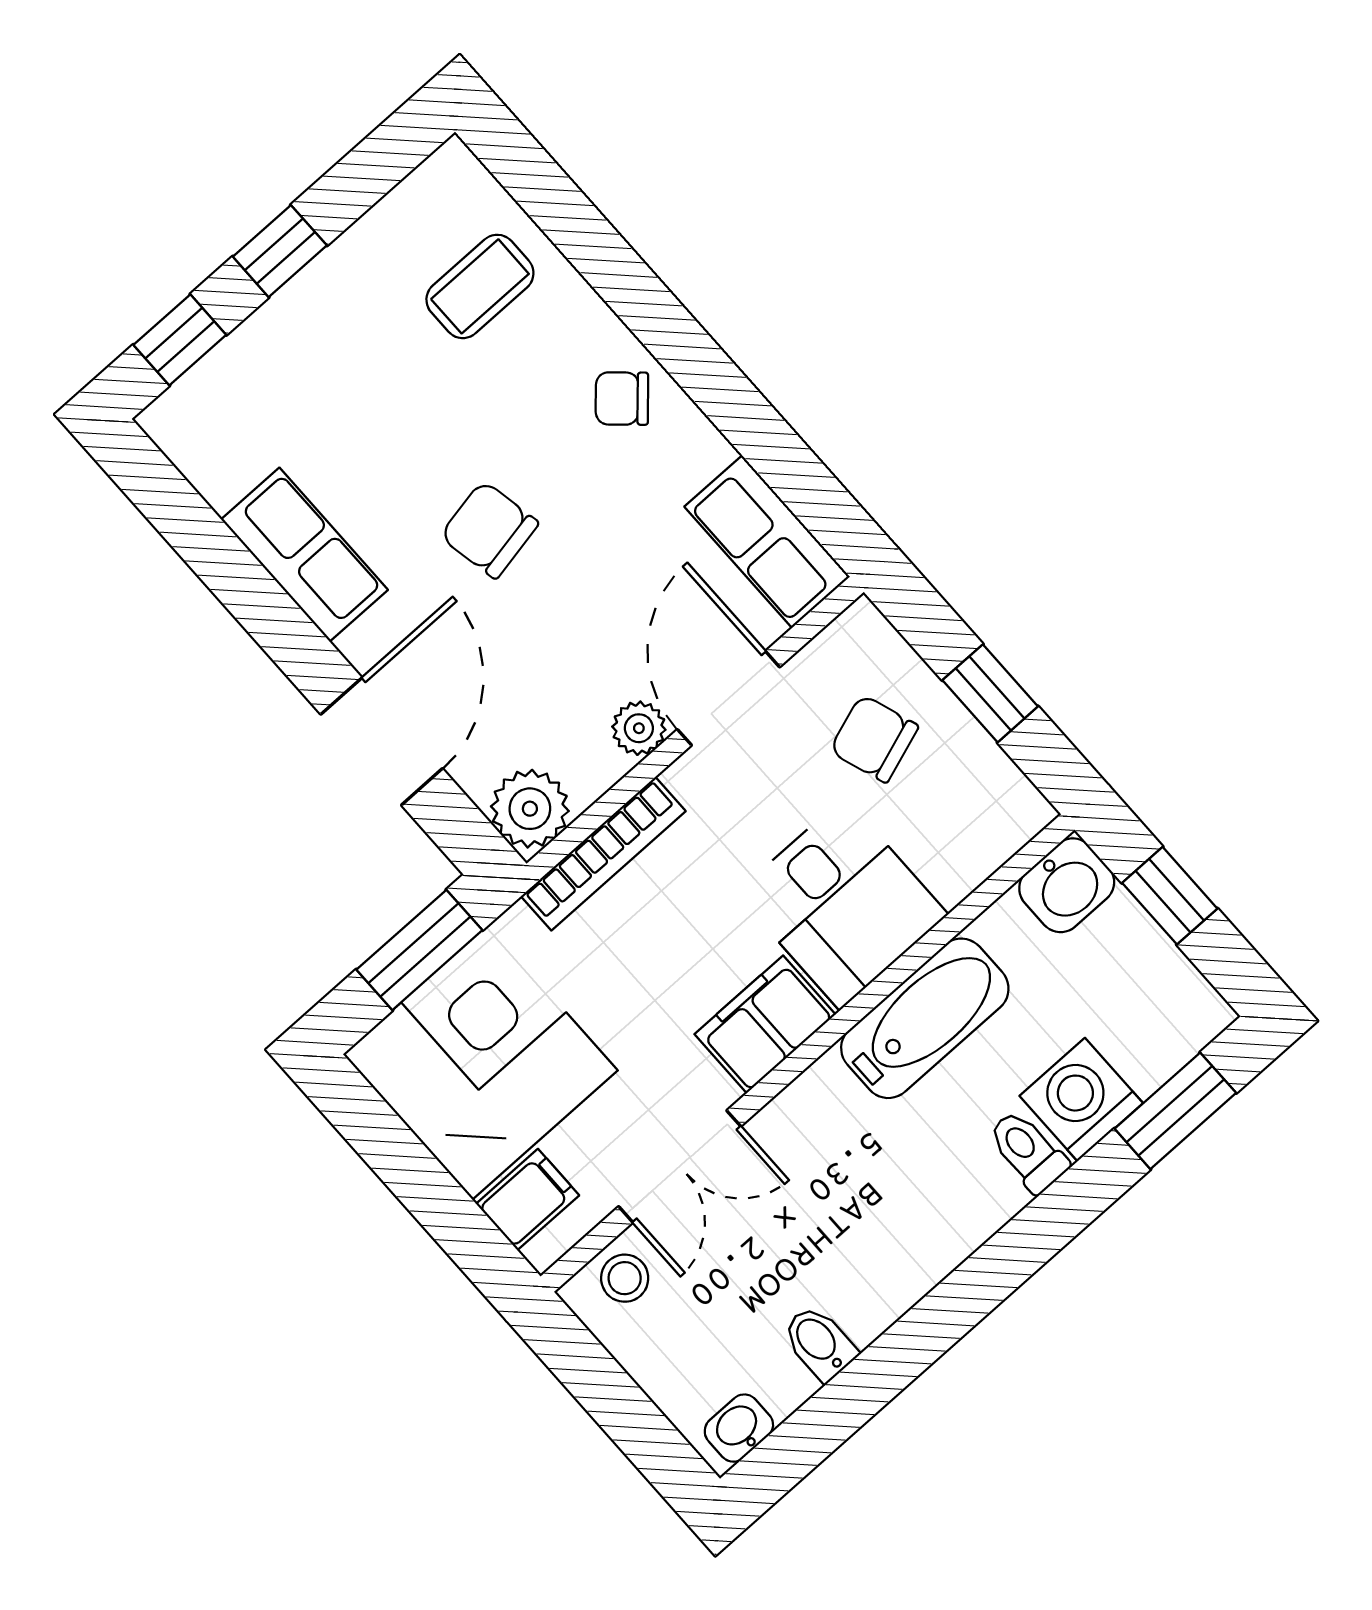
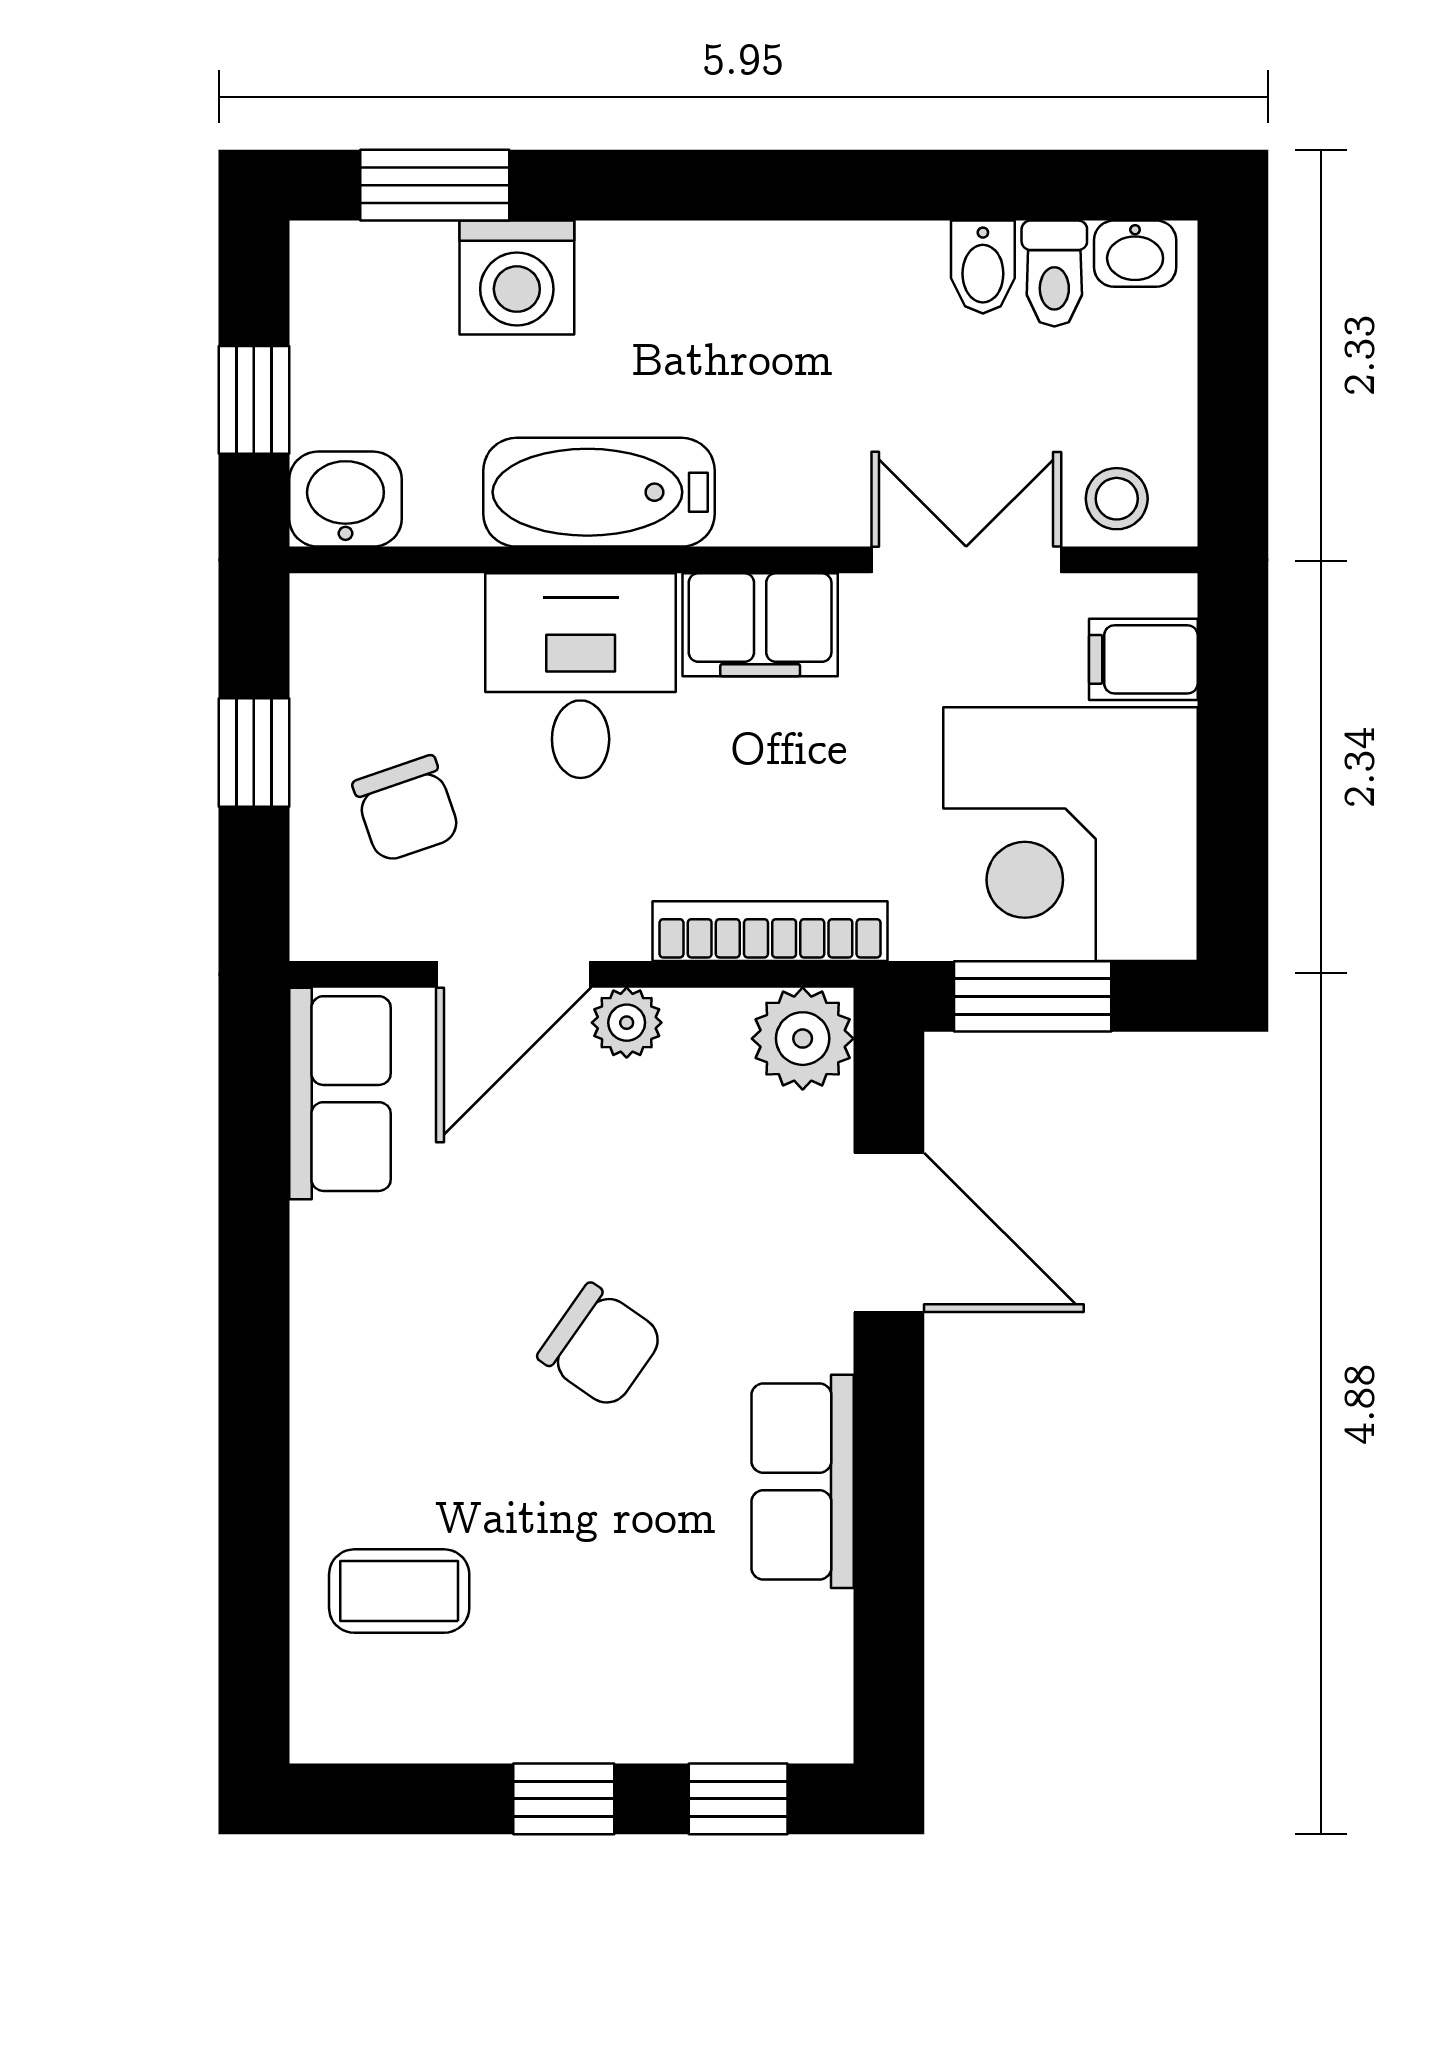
chair: (622, 399) -> (358, 1359), removed
chair: (489, 530) -> (601, 1346), turned -44
door: (382, 741) -> (889, 1232), swing flipped
toilet: (1028, 1151) -> (1054, 274), moved

